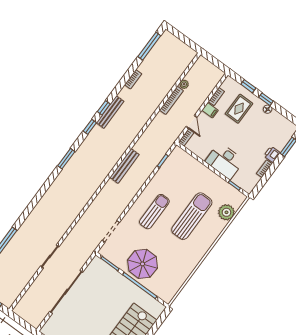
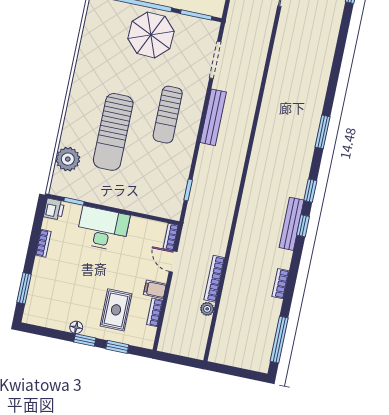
printer: (272, 154) -> (54, 209), moved
bench: (125, 166) -> (213, 117), moved

